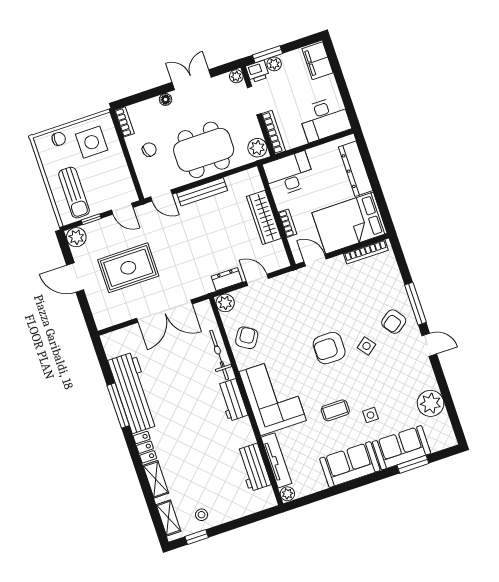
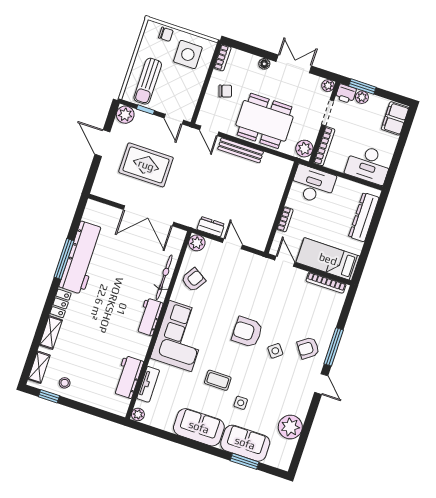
wardrobe: (264, 217) -> (271, 202), removed
bed: (350, 223) -> (328, 259), width x0.67
tv unit: (276, 460) -> (148, 384), width x0.71

